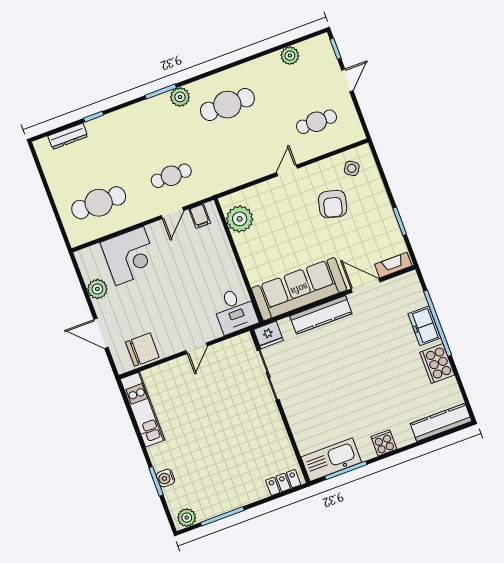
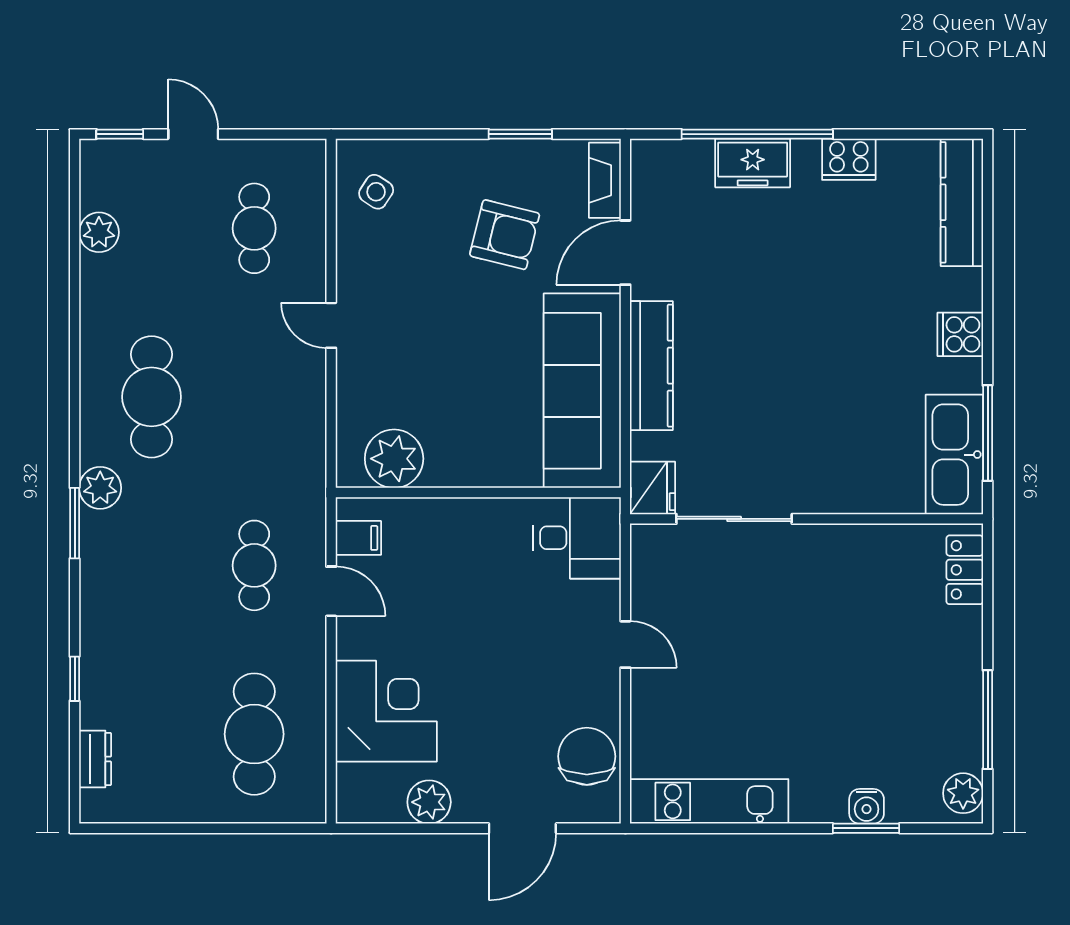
dresser: (68, 136) -> (95, 759), width x0.70
armchair: (333, 204) -> (505, 235), moved
cooker: (437, 364) -> (849, 159), width x0.73, depth x0.76

